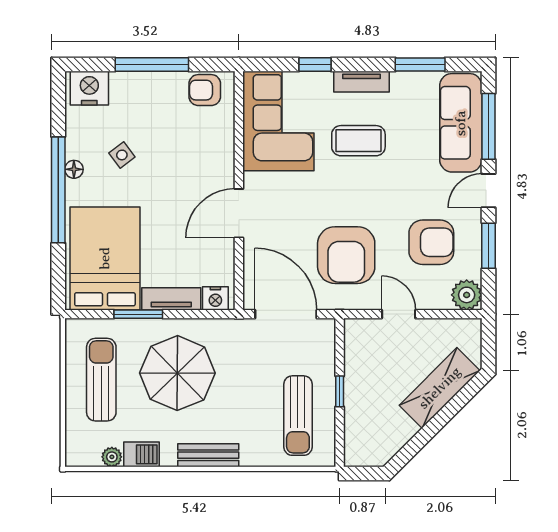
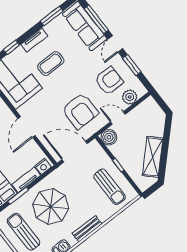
plant: (467, 295) -> (130, 97), moved
boiler: (360, 334) -> (109, 137), added
shelving: (440, 388) -> (153, 157), moved

